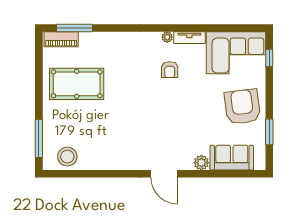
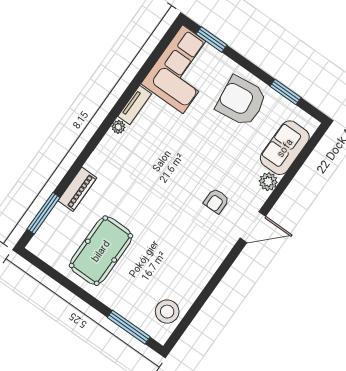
piano: (61, 39) -> (77, 189), moved
window: (269, 58) -> (212, 40), width x1.50
armchair: (170, 70) -> (216, 201), moved, turned 90

